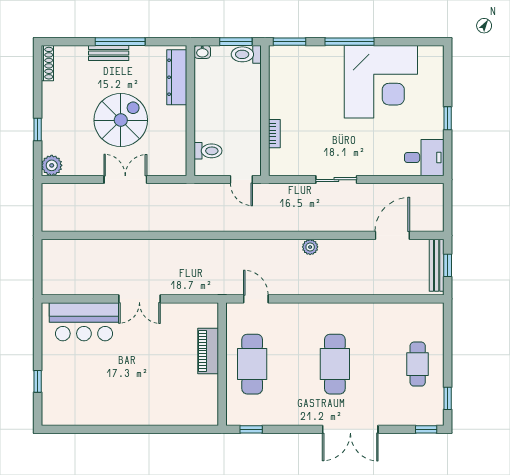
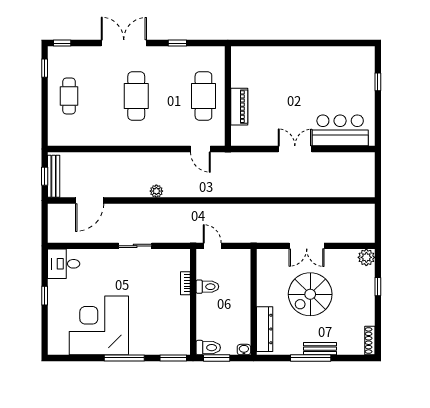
toilet: (208, 151) -> (207, 287), moved, turned 180
window: (251, 429) -> (177, 43), moved

